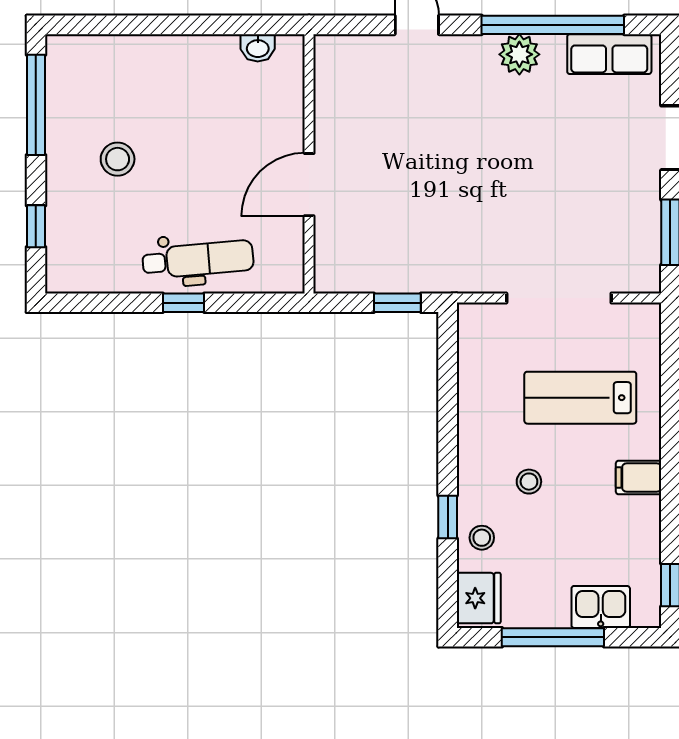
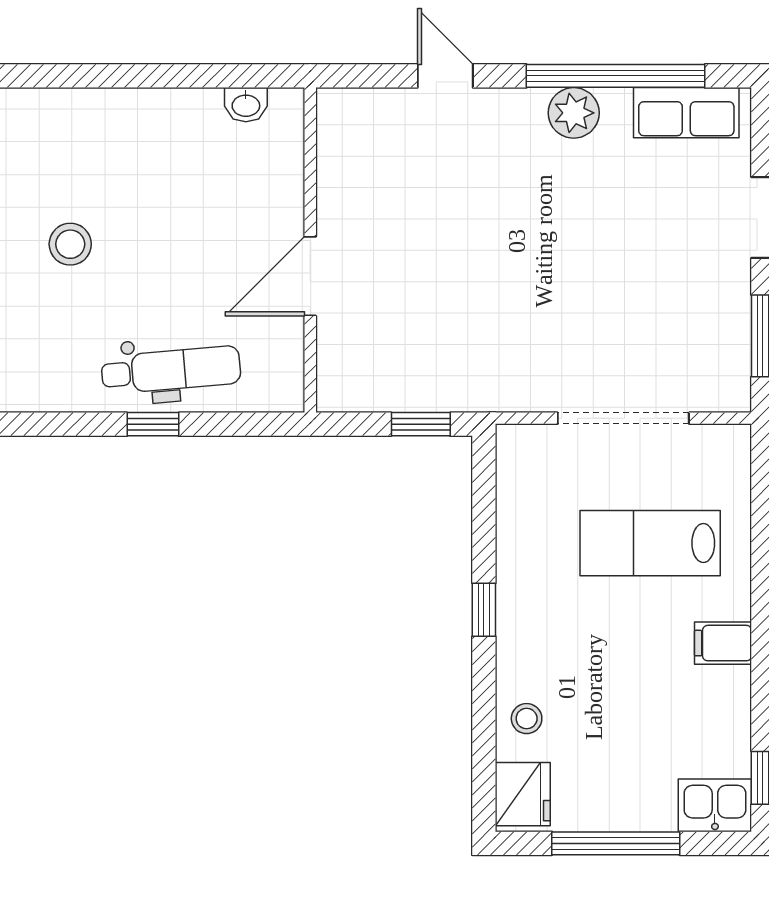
stool: (529, 482) -> (586, 648), removed
window: (448, 517) -> (484, 610), moved
kitchen sink: (601, 607) -> (715, 805), moved

